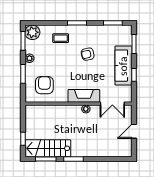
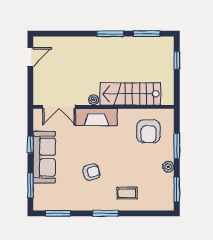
plant: (32, 32) -> (164, 201), removed
double door: (112, 104) -> (59, 107), swing flipped
door: (134, 131) -> (30, 57), moved
stairs: (48, 148) -> (130, 94), moved, turned 180

